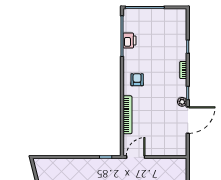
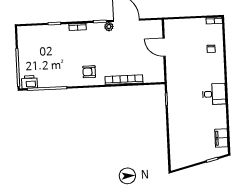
printer: (130, 40) -> (29, 82), moved
door: (136, 157) -> (164, 47), moved

